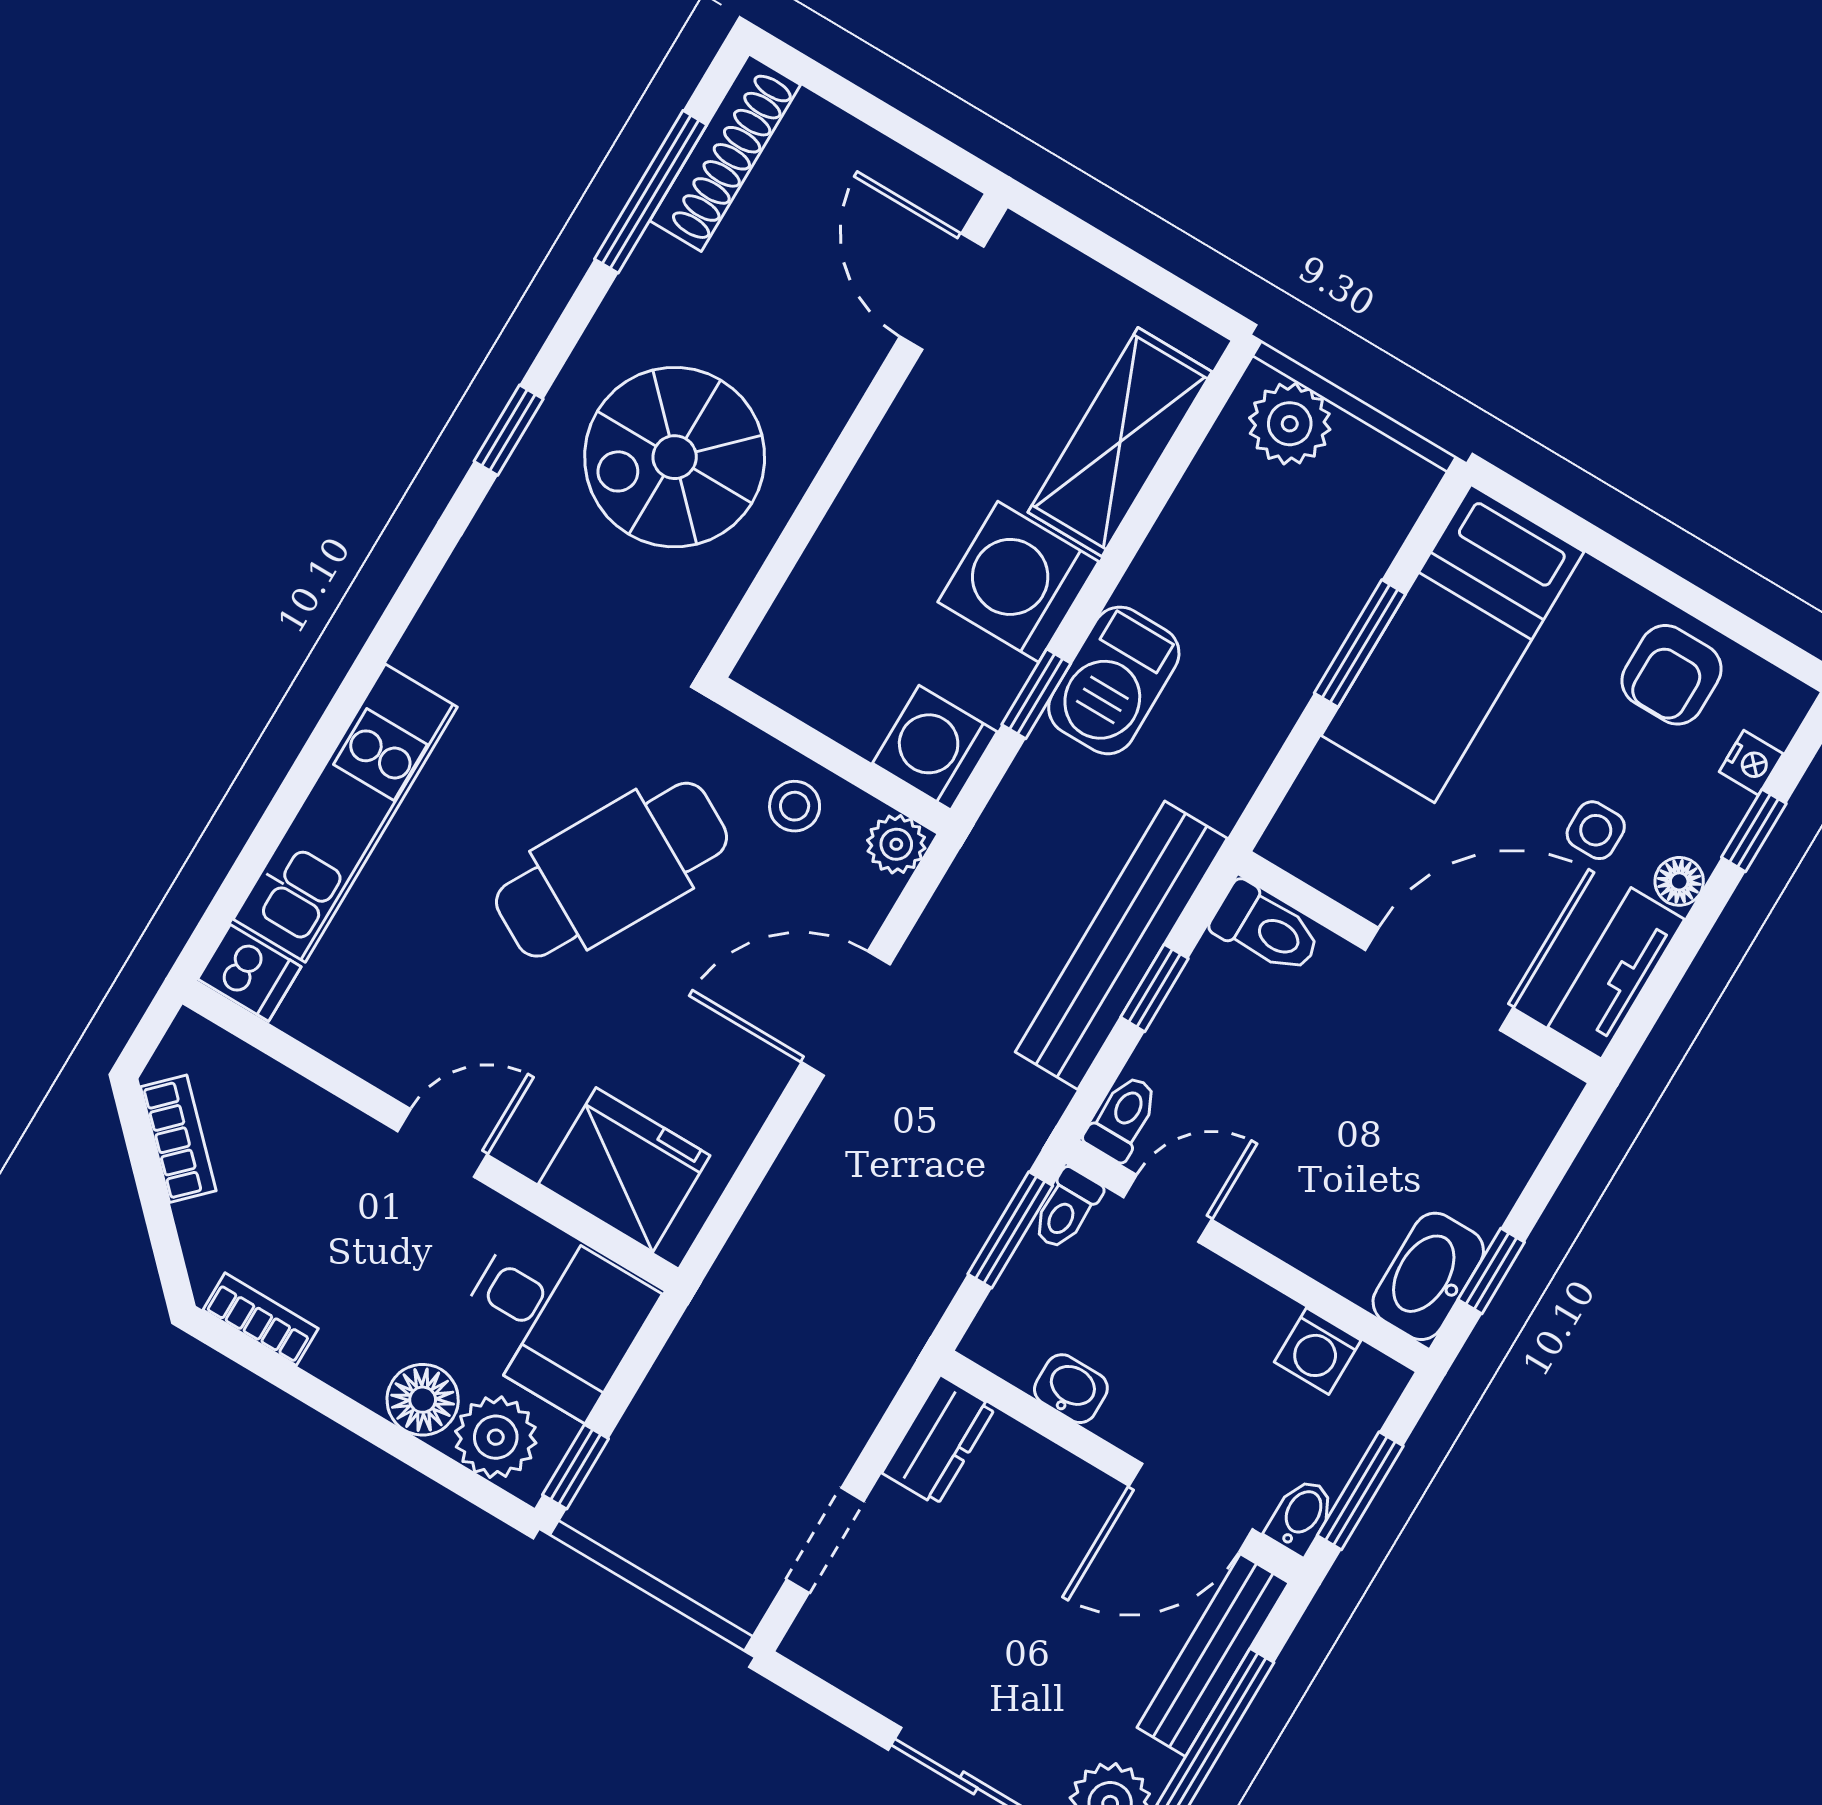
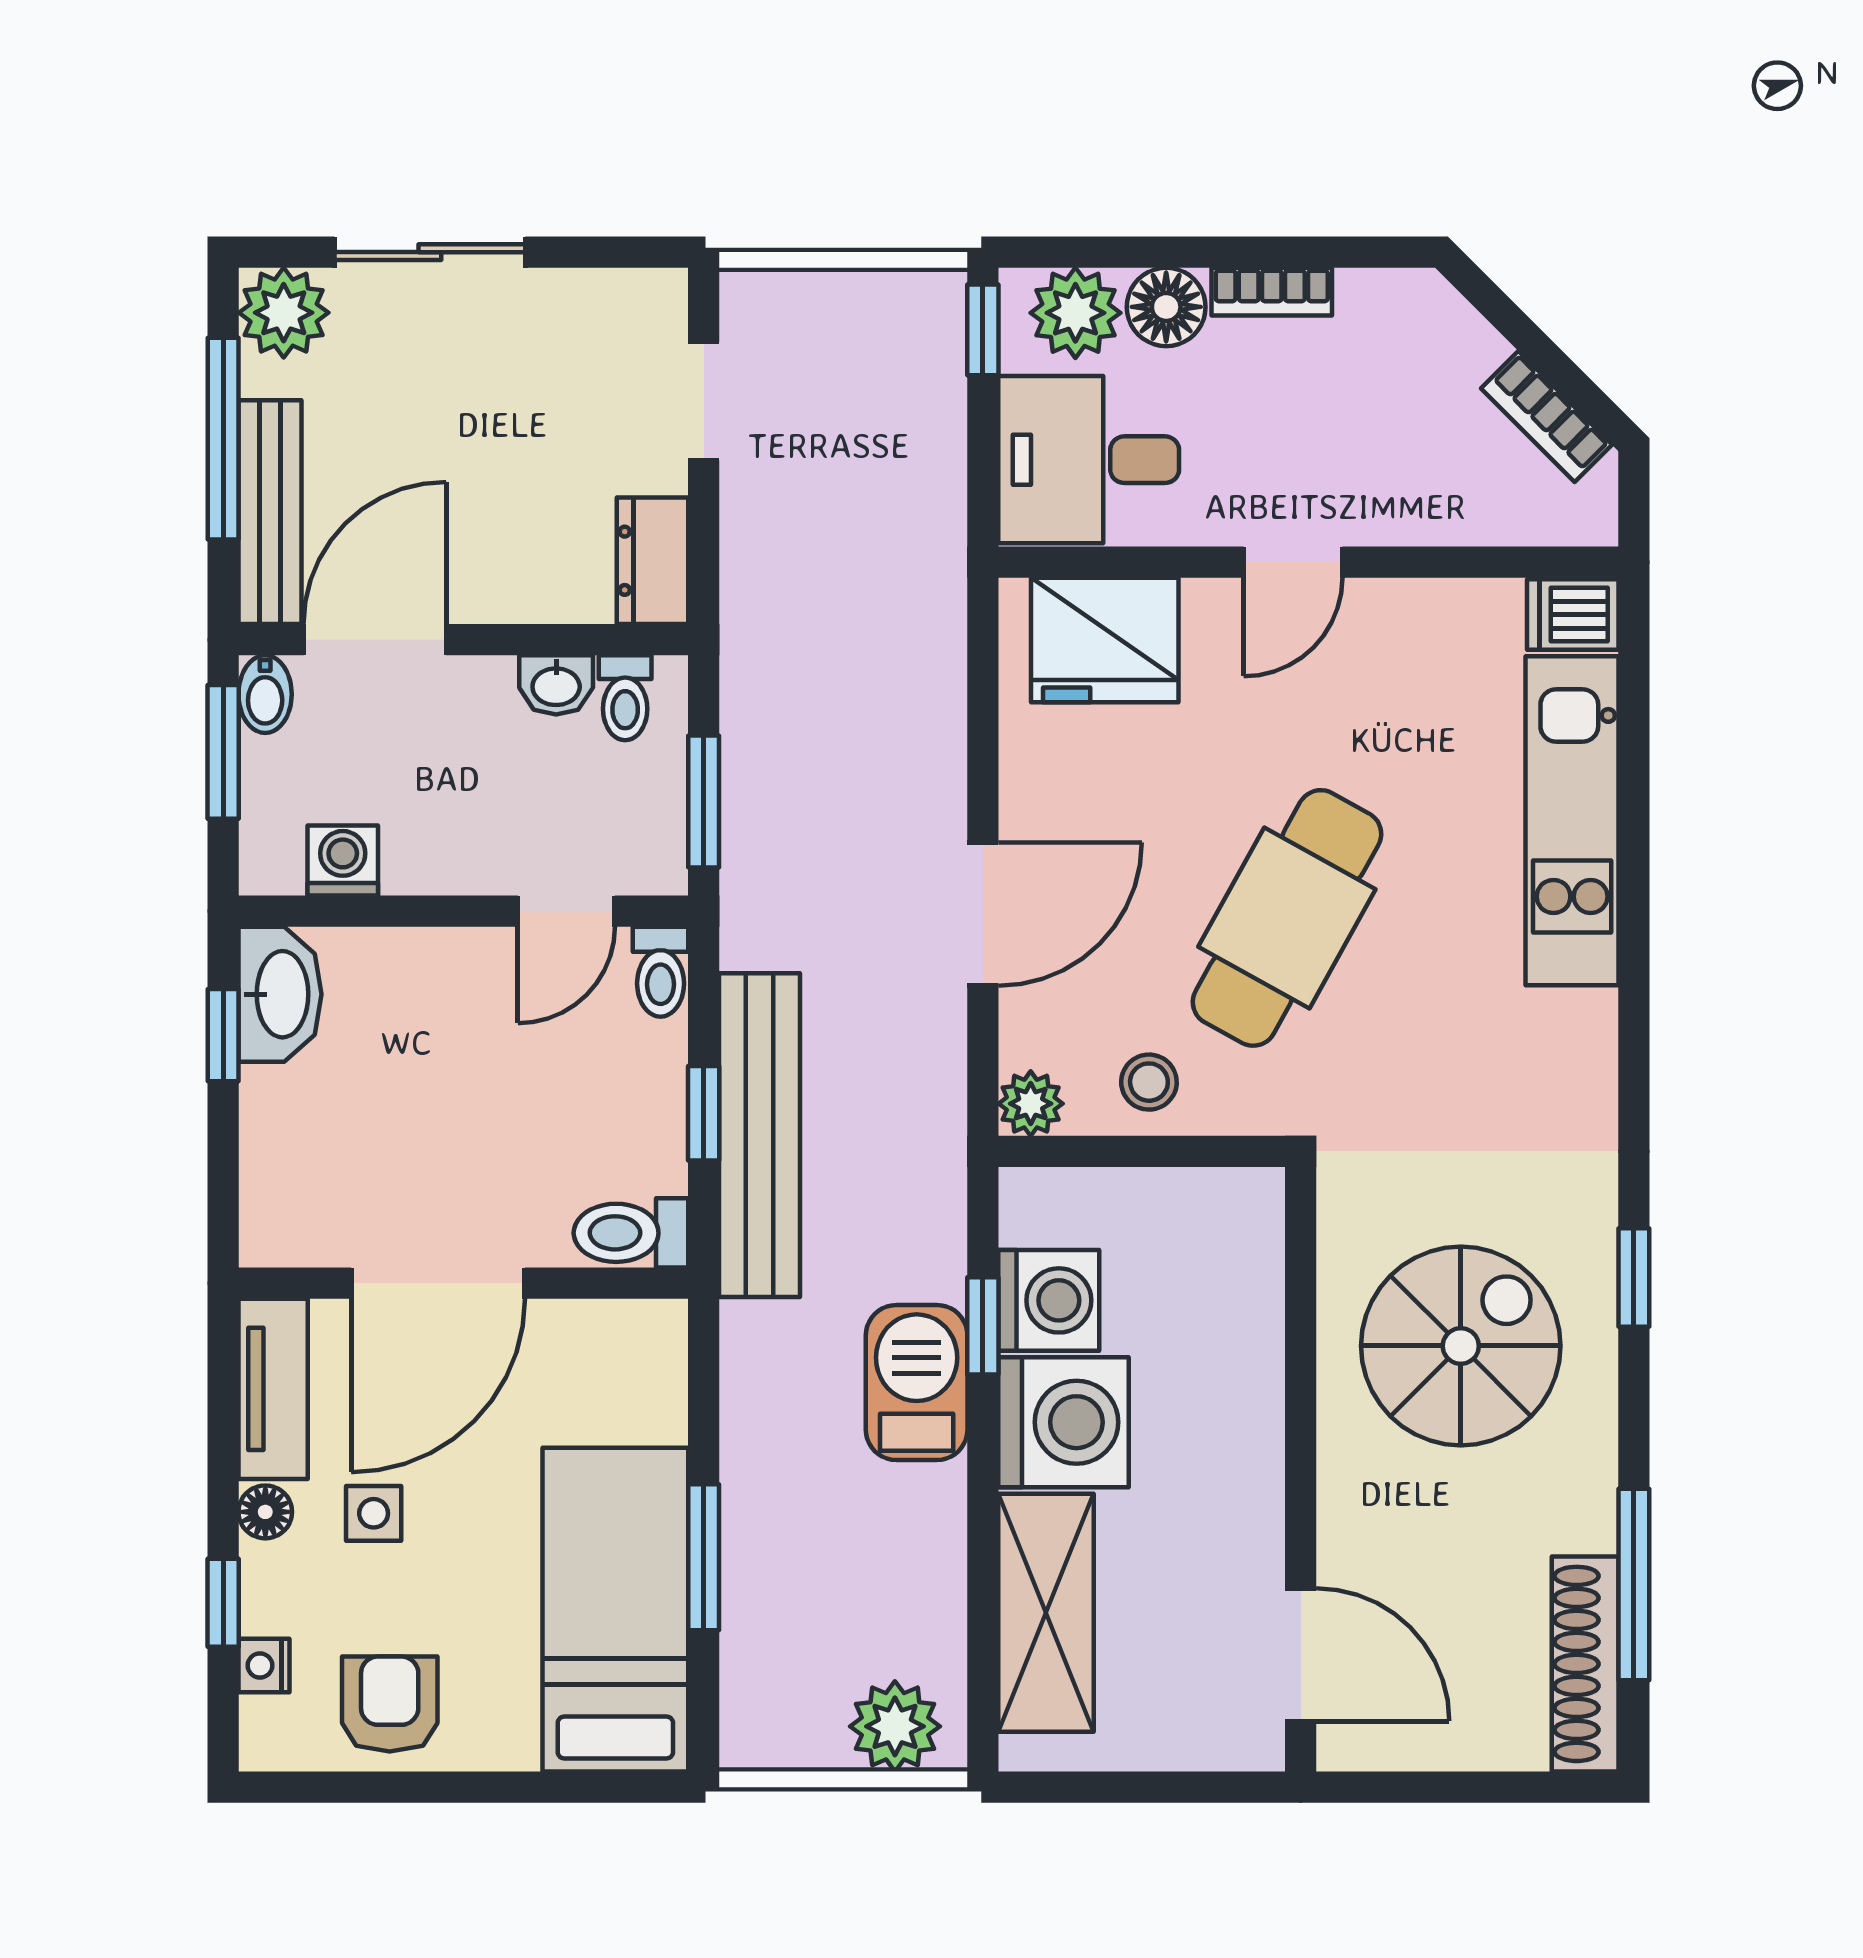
washing machine: (935, 748) -> (1049, 1300), moved
toilet: (1066, 1209) -> (625, 698), moved, turned 180
bookcase: (261, 1319) -> (1272, 292), moved

